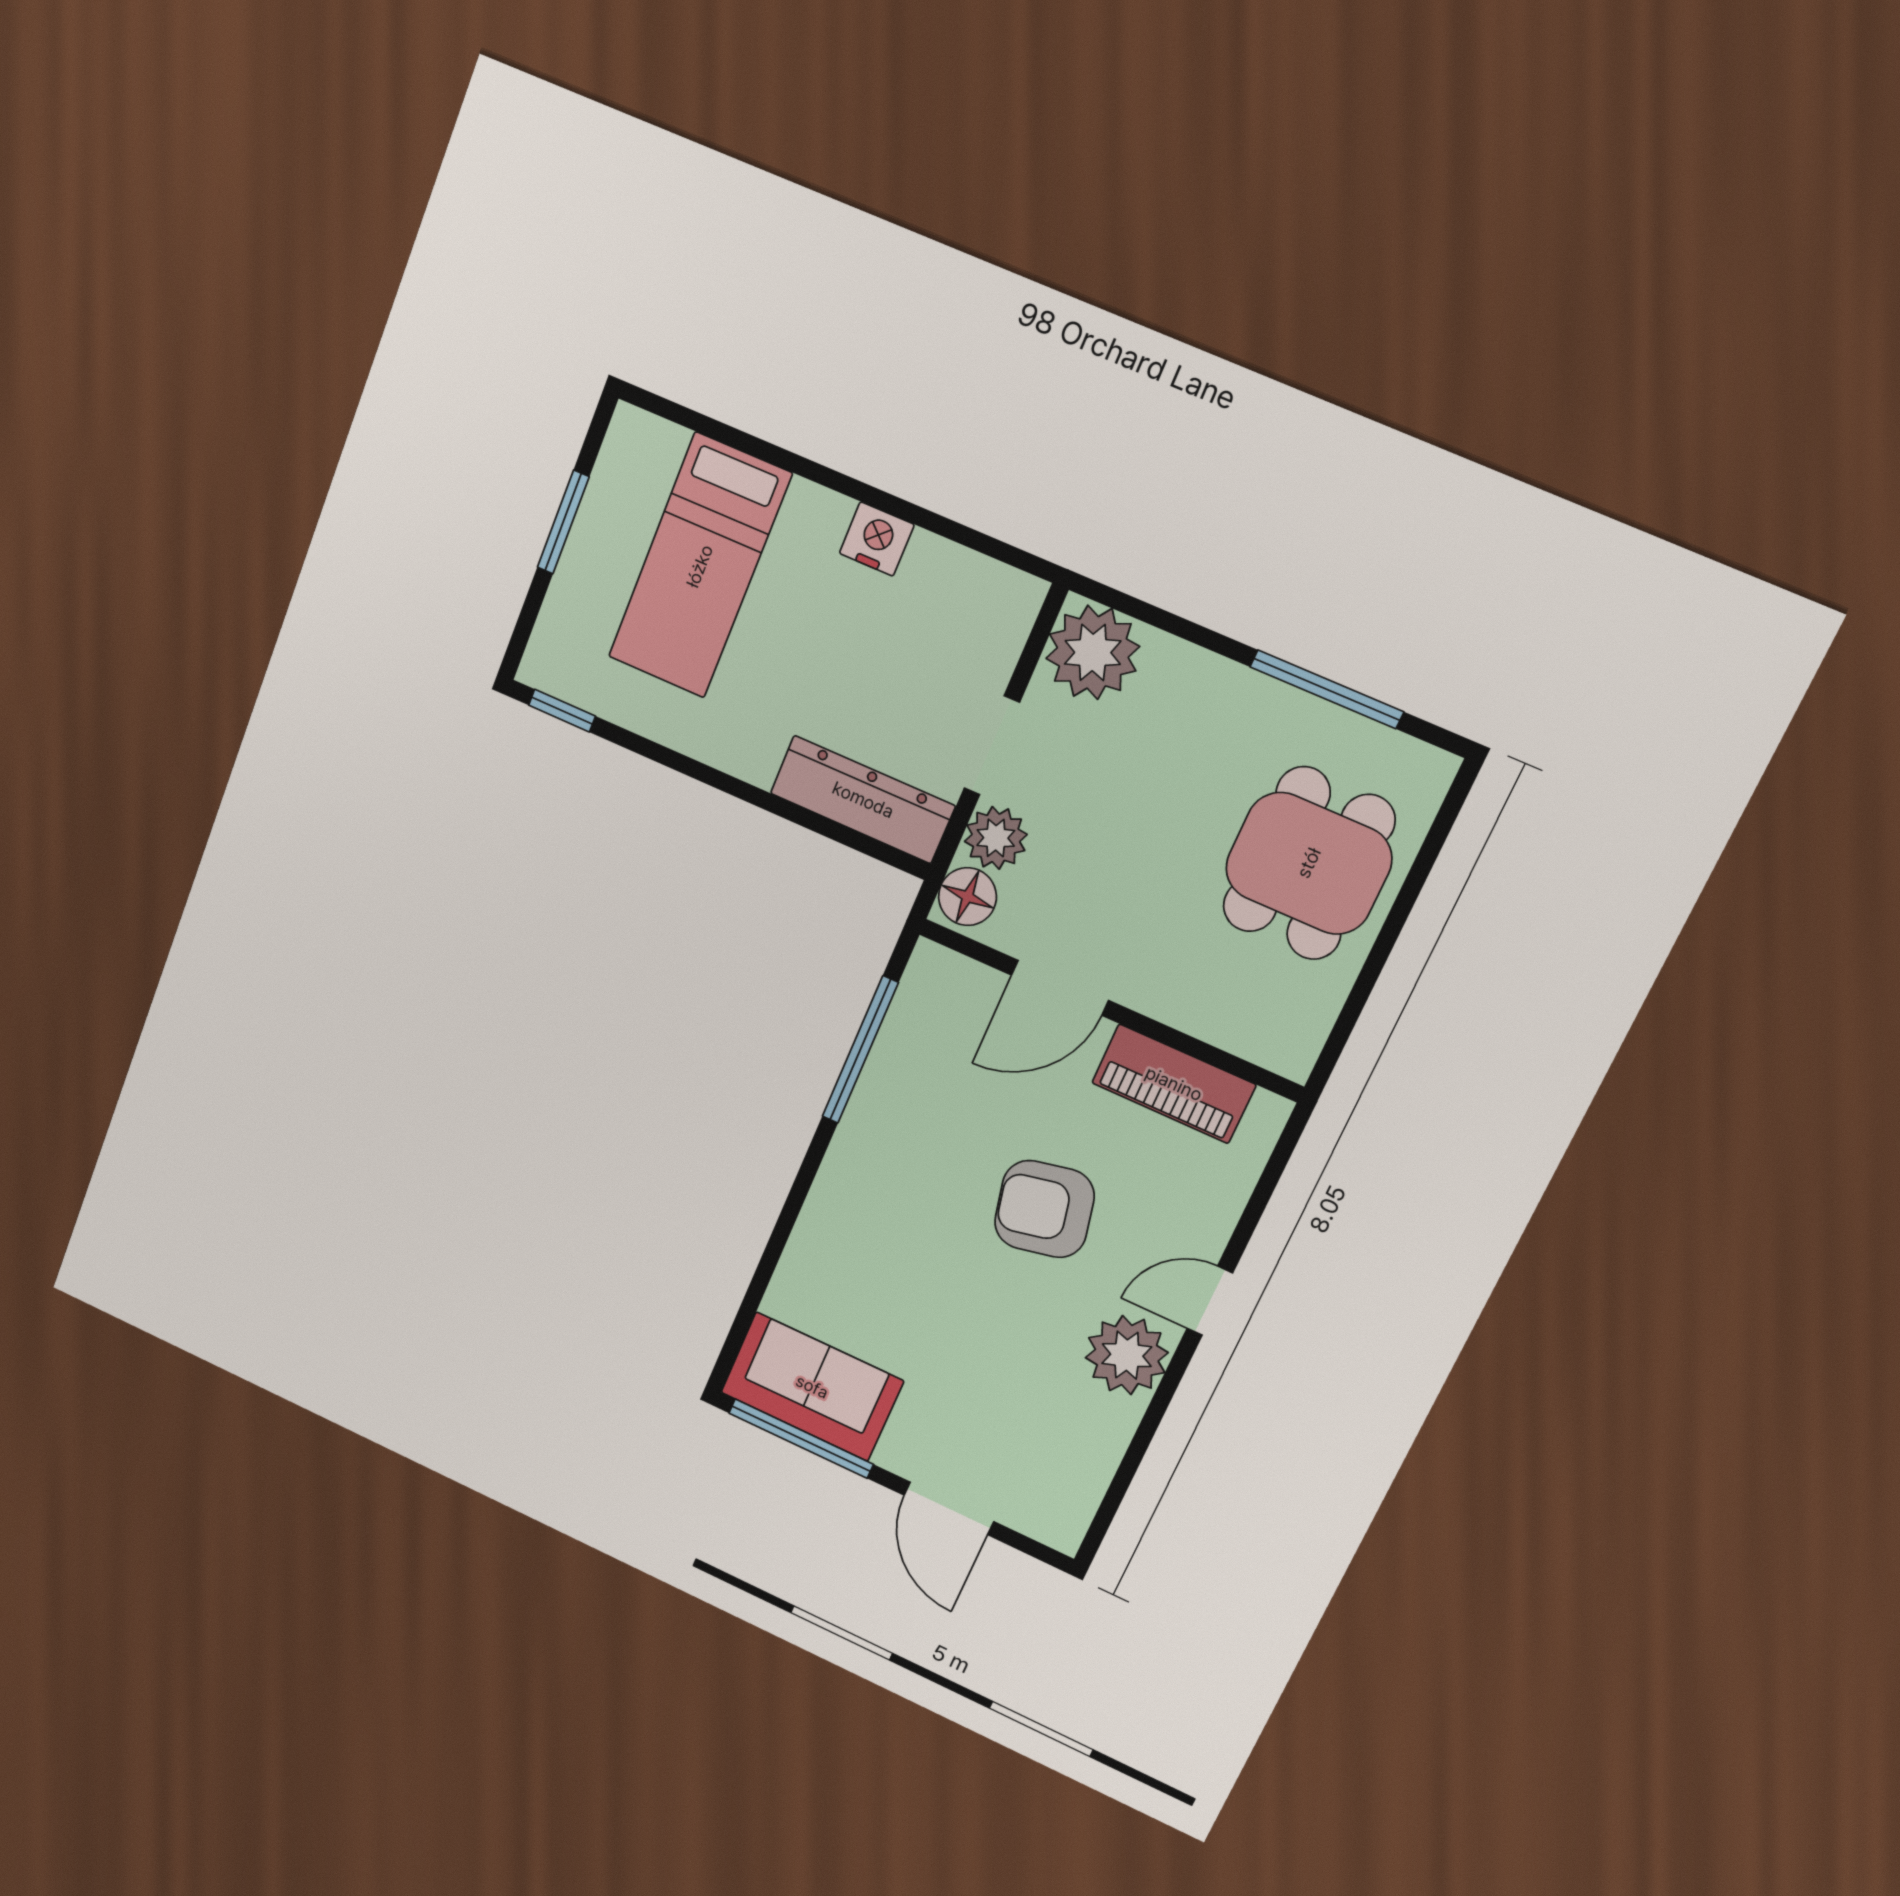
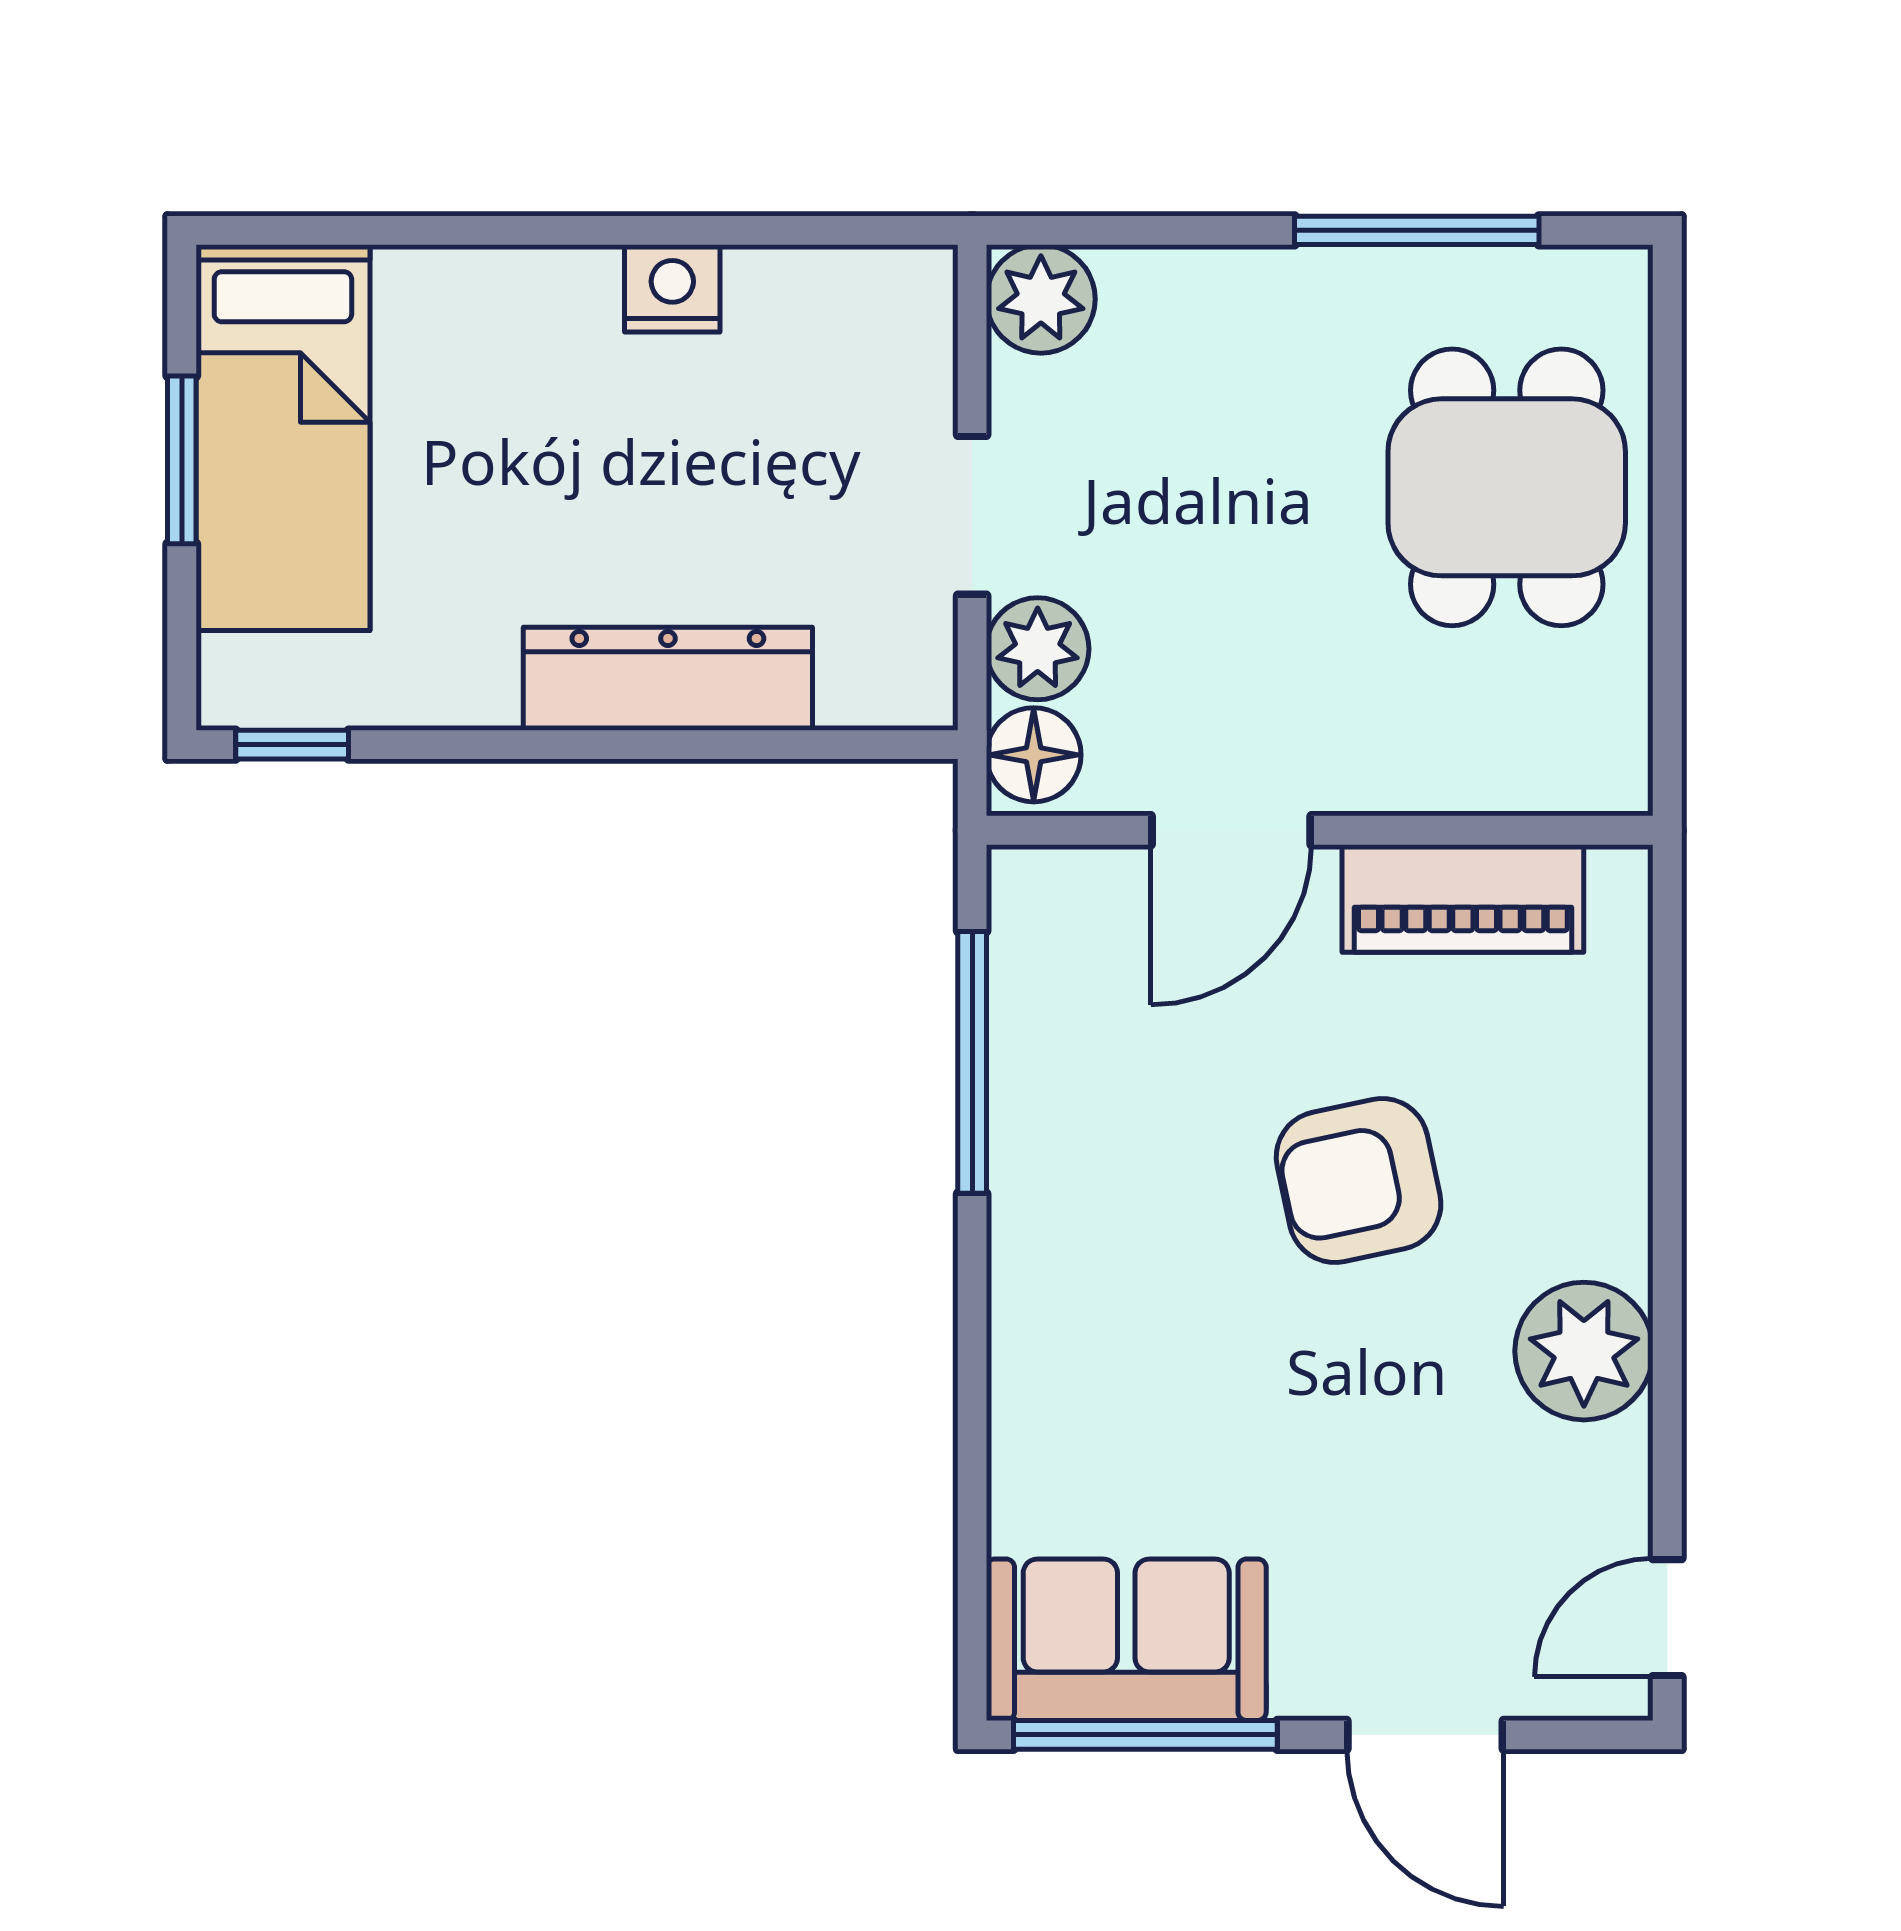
bed: (700, 566) -> (283, 438), moved
plant: (1093, 652) -> (1041, 299), width x0.73, depth x0.73
dresser: (863, 800) -> (668, 679), moved
door: (1210, 1301) -> (1667, 1618), moved

